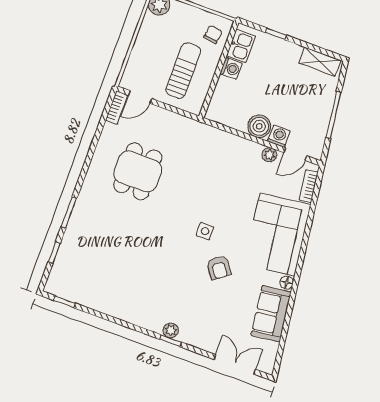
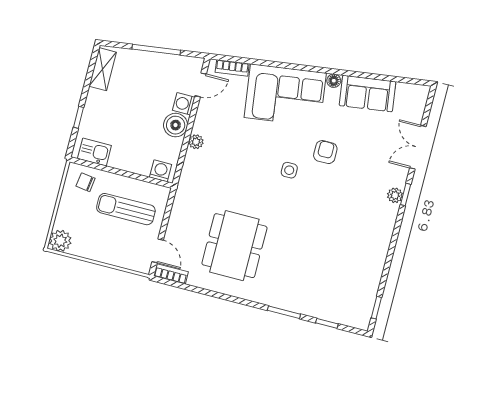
washing machine: (231, 68) -> (161, 171), moved
door: (295, 154) -> (201, 85), hinge flipped
plant: (269, 155) -> (196, 142), moved
dining table: (138, 171) -> (234, 246), width x1.37
armchair: (219, 268) -> (325, 152), turned -54
double door: (235, 364) -> (418, 147), moved

